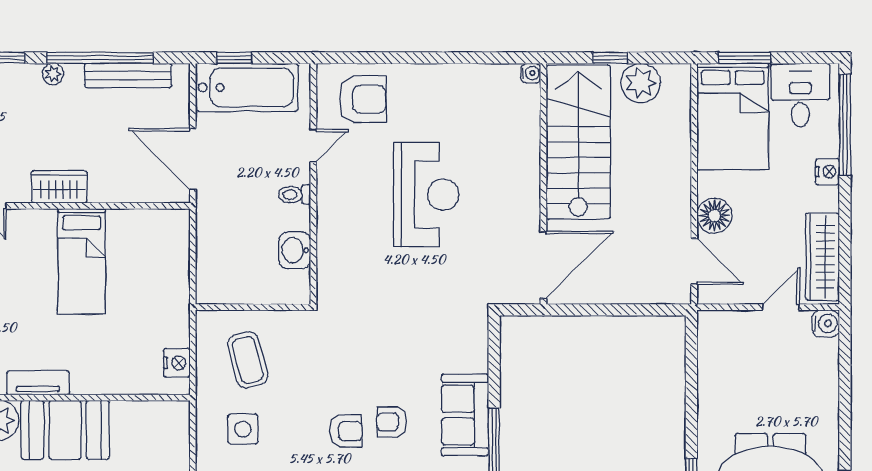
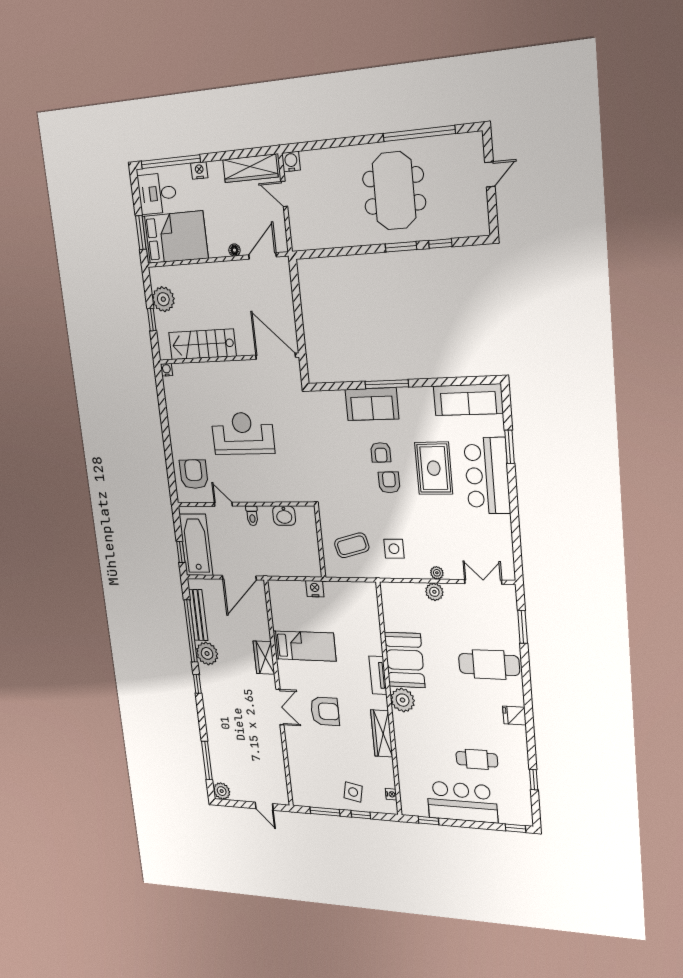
plant: (53, 74) -> (207, 653), width x1.88, depth x1.88
stairs: (578, 142) -> (202, 344), width x0.73, depth x0.66
floor lamp: (714, 216) -> (234, 250), width x0.53, depth x0.53
nightstand: (177, 363) -> (315, 589), moved

